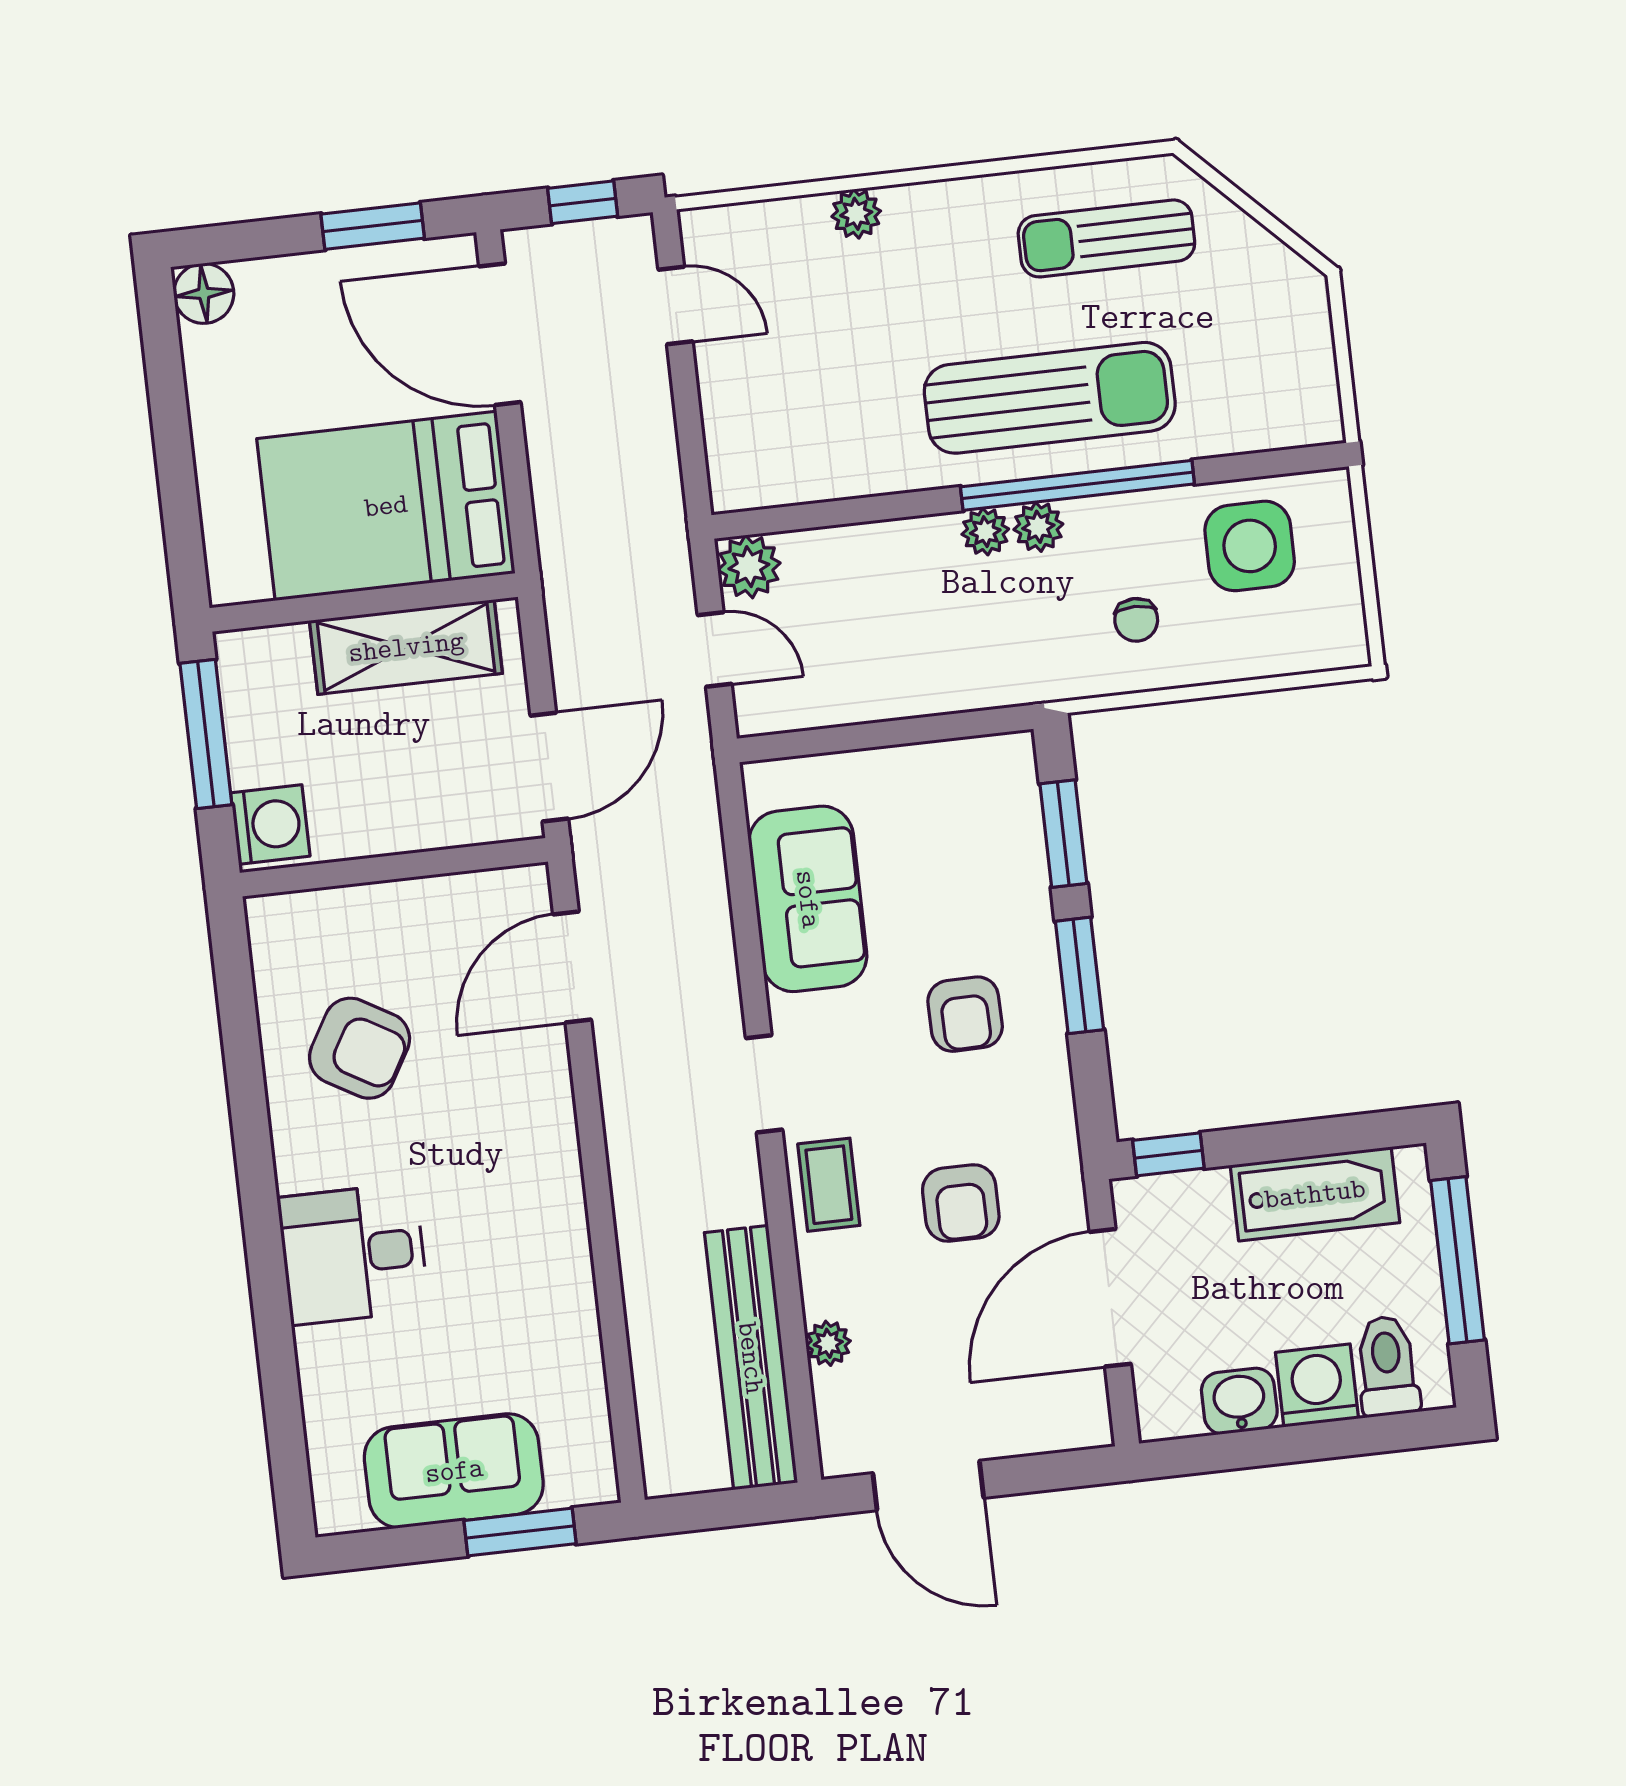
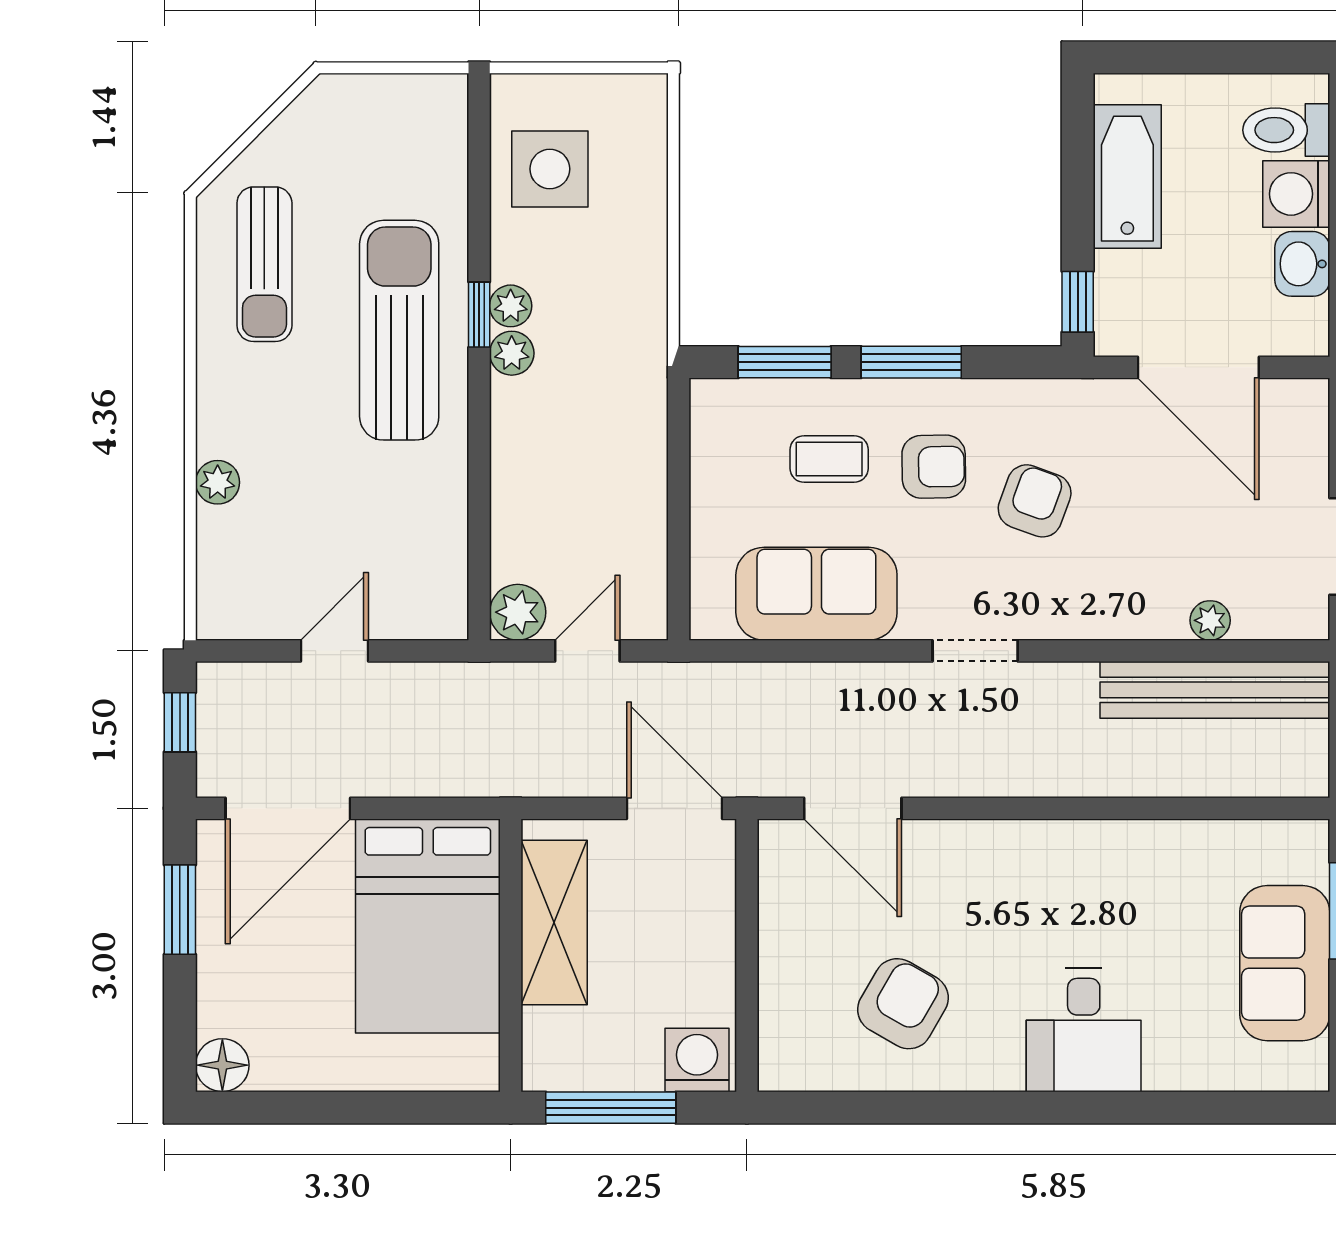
door: (675, 306) -> (335, 651), moved
window: (1077, 485) -> (479, 315), width x0.32
plant: (985, 532) -> (511, 306), moved
chair: (1136, 620) -> (604, 276), removed
coffee table: (829, 1185) -> (829, 459), moved
armchair: (961, 1203) -> (1035, 501), moved, turned -70
window: (1458, 1260) -> (1200, 57), removed

